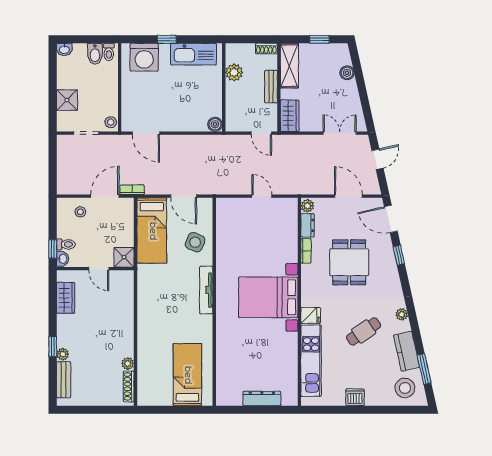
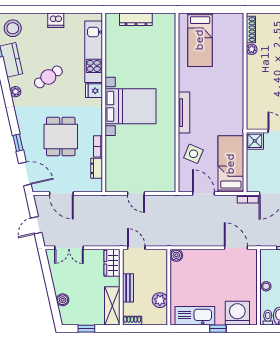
stool: (111, 122) -> (266, 286), moved
plant: (307, 206) -> (97, 185), removed

